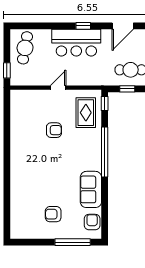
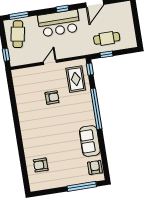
window: (30, 26) -> (19, 16), added
armchair: (53, 214) -> (41, 165), moved

